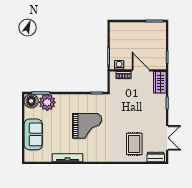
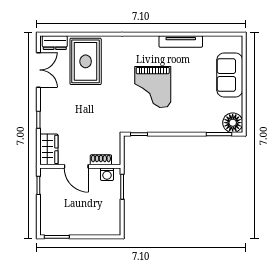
plant: (47, 102) -> (210, 121), removed
grand piano: (87, 126) -> (153, 87), turned -90
double door: (167, 138) -> (38, 70), swing flipped
rug: (134, 144) -> (86, 61), width x1.36, depth x1.43

